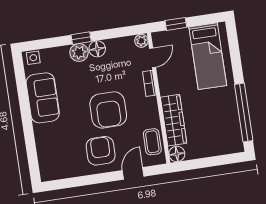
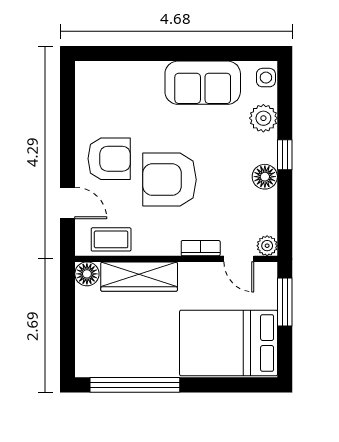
window: (176, 24) -> (285, 302), width x1.50
plant: (79, 53) -> (263, 118), moved
bed: (208, 56) -> (229, 343), width x1.50

